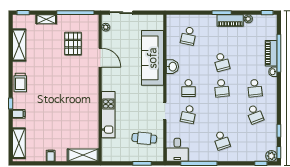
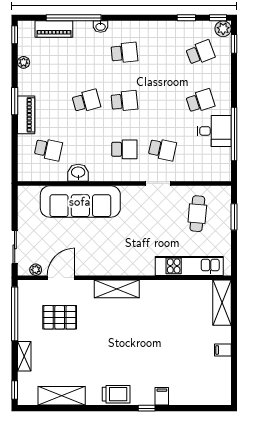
piano: (230, 21) -> (26, 115), moved
piano: (271, 53) -> (54, 29), moved
door: (100, 58) -> (61, 278), moved
washbasin: (172, 67) -> (78, 173), moved
school desk: (255, 114) -> (200, 53), moved
kitchen unit: (108, 115) -> (189, 266), moved
shelving: (19, 143) -> (117, 289), moved
desk: (177, 150) -> (214, 131), moved

